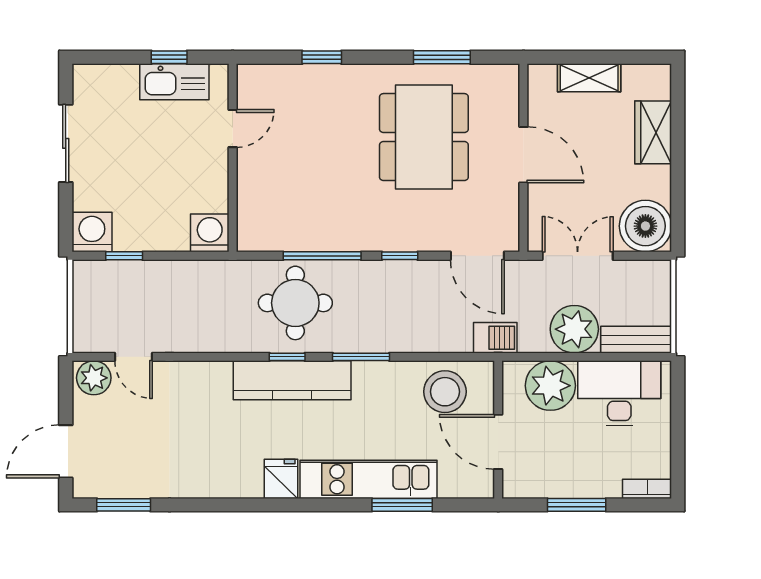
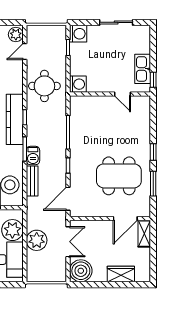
window: (169, 57) -> (153, 80), moved
window: (322, 57) -> (153, 152), moved
shelving: (589, 78) -> (144, 234), moved
door: (523, 155) -> (125, 219), moved
round table: (295, 303) -> (44, 86), moved
barbecue: (495, 338) -> (33, 155), moved
bench: (636, 340) -> (32, 181), moved

